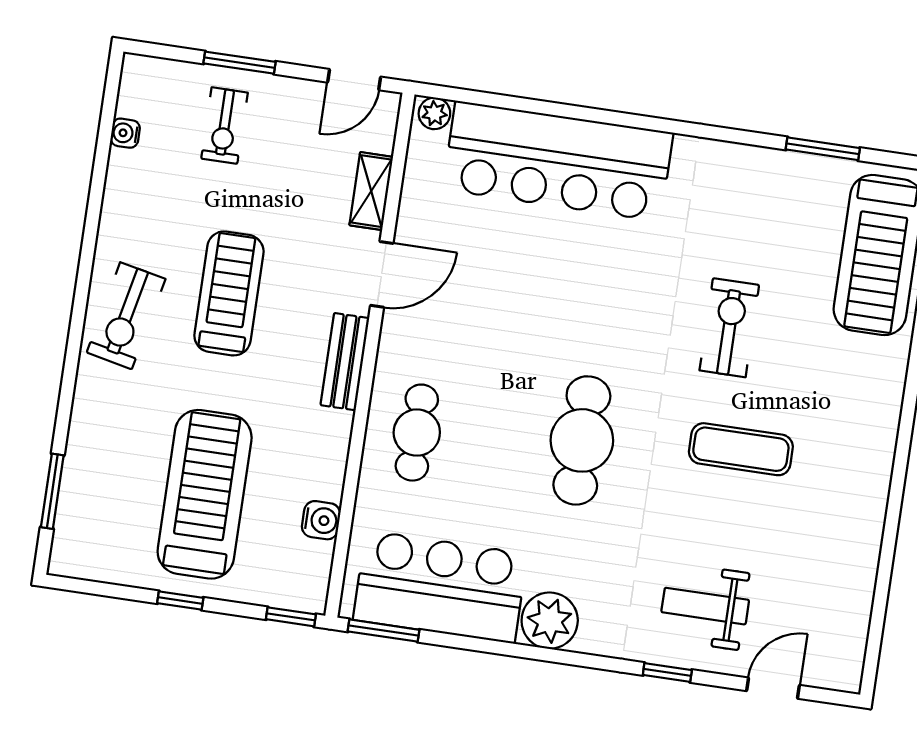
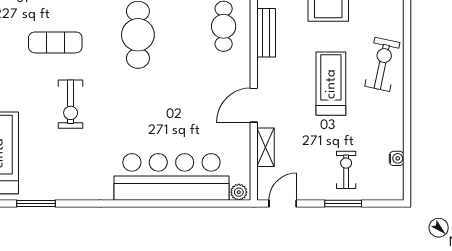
treadmill: (229, 293) -> (331, 84), turned 180
bench: (345, 362) -> (266, 33), moved

